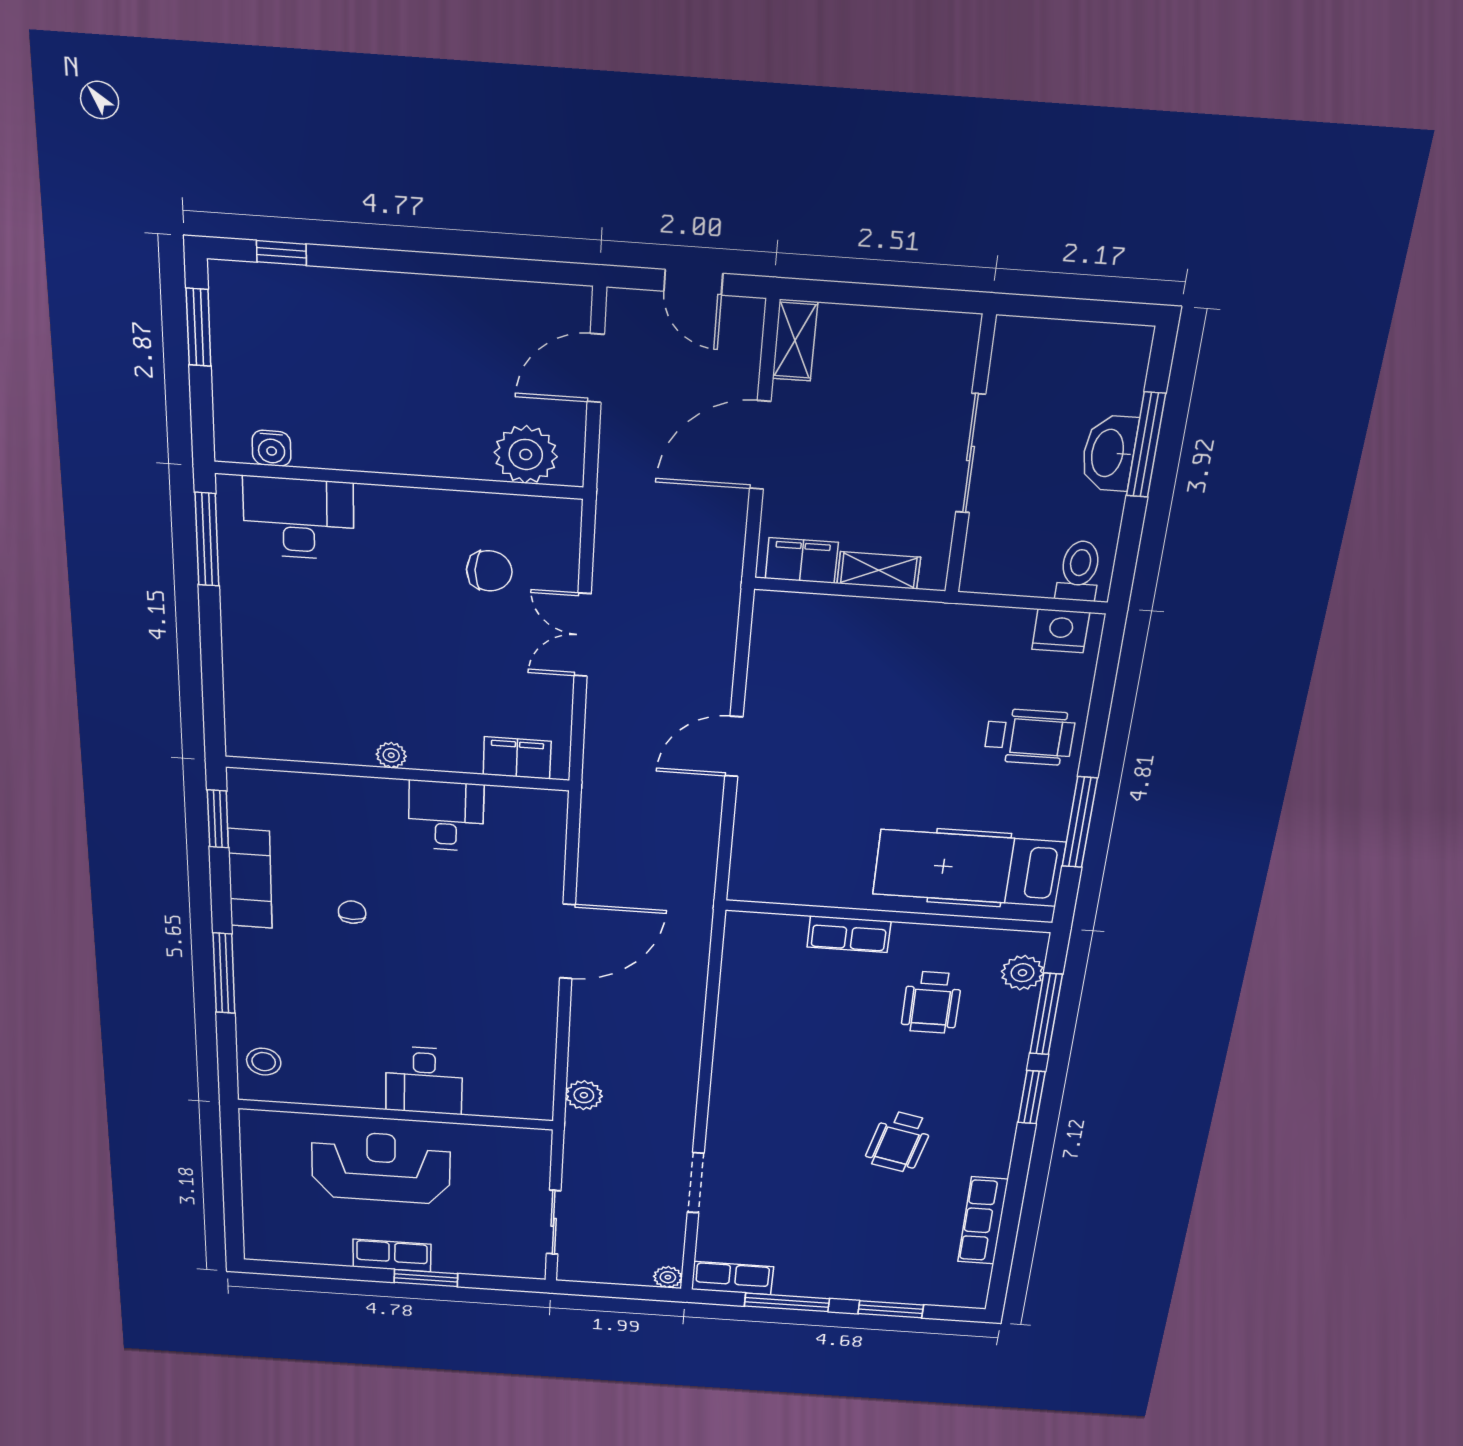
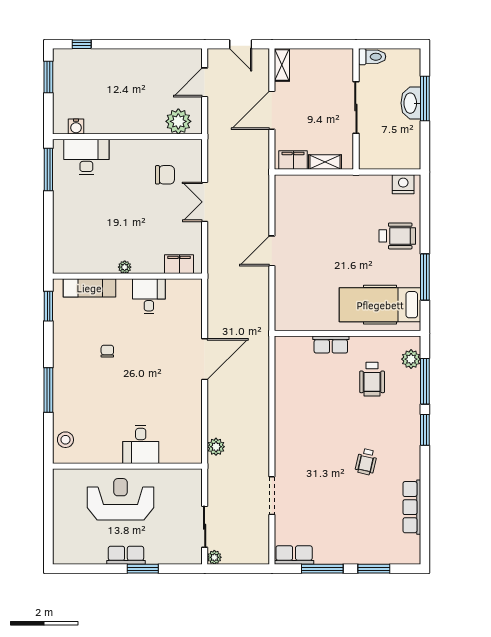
toilet: (1079, 571) -> (372, 57), moved, turned 90
exam couch: (250, 879) -> (89, 288), moved, turned 90
wheelchair: (899, 1141) -> (366, 462), width x0.73, depth x0.73
plant: (668, 1277) -> (214, 557), moved

